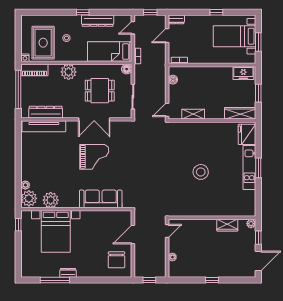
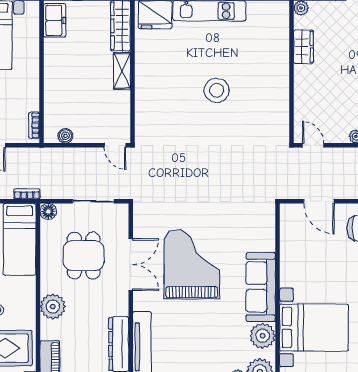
shelving: (193, 114) -> (122, 71), moved
grand piano: (94, 157) -> (192, 264), width x1.37, depth x1.48
sofa: (101, 199) -> (261, 287), moved

